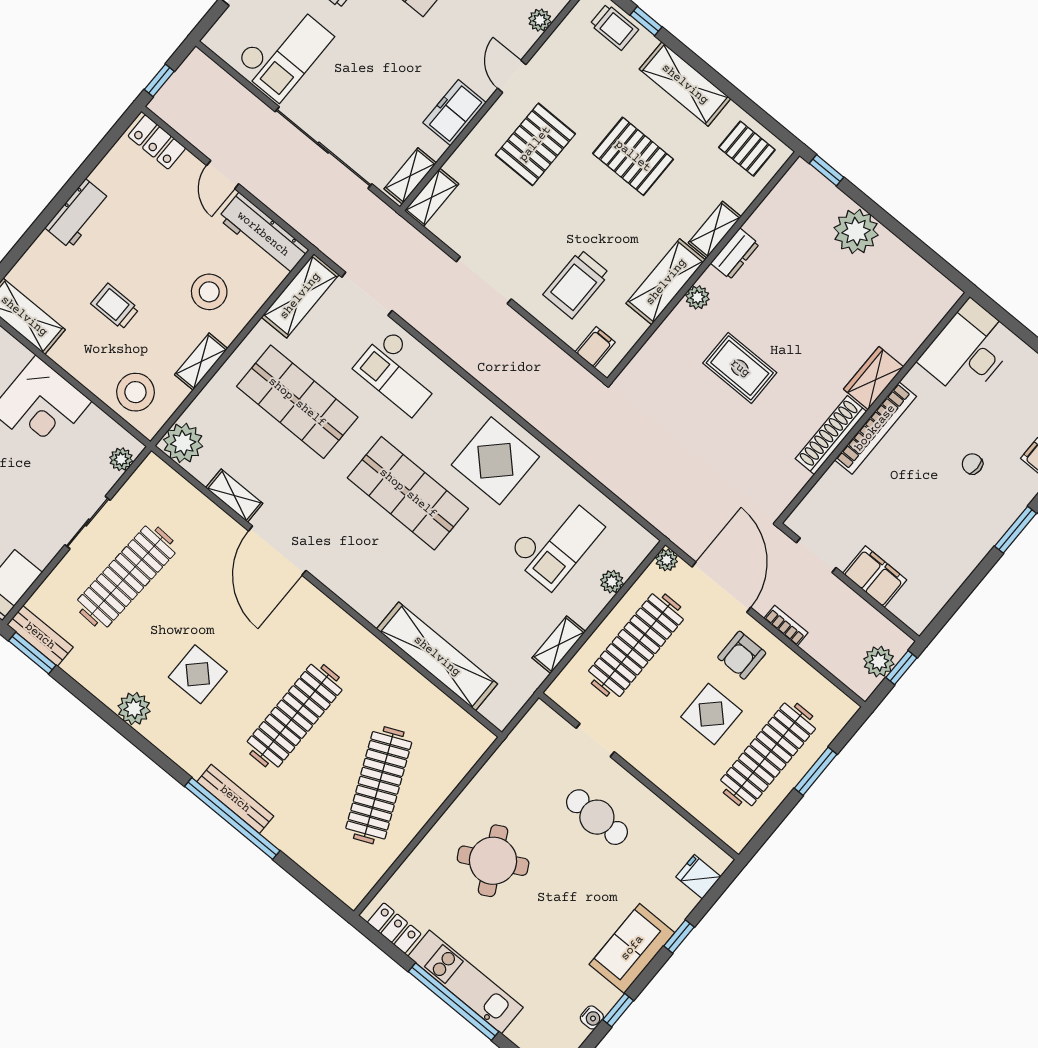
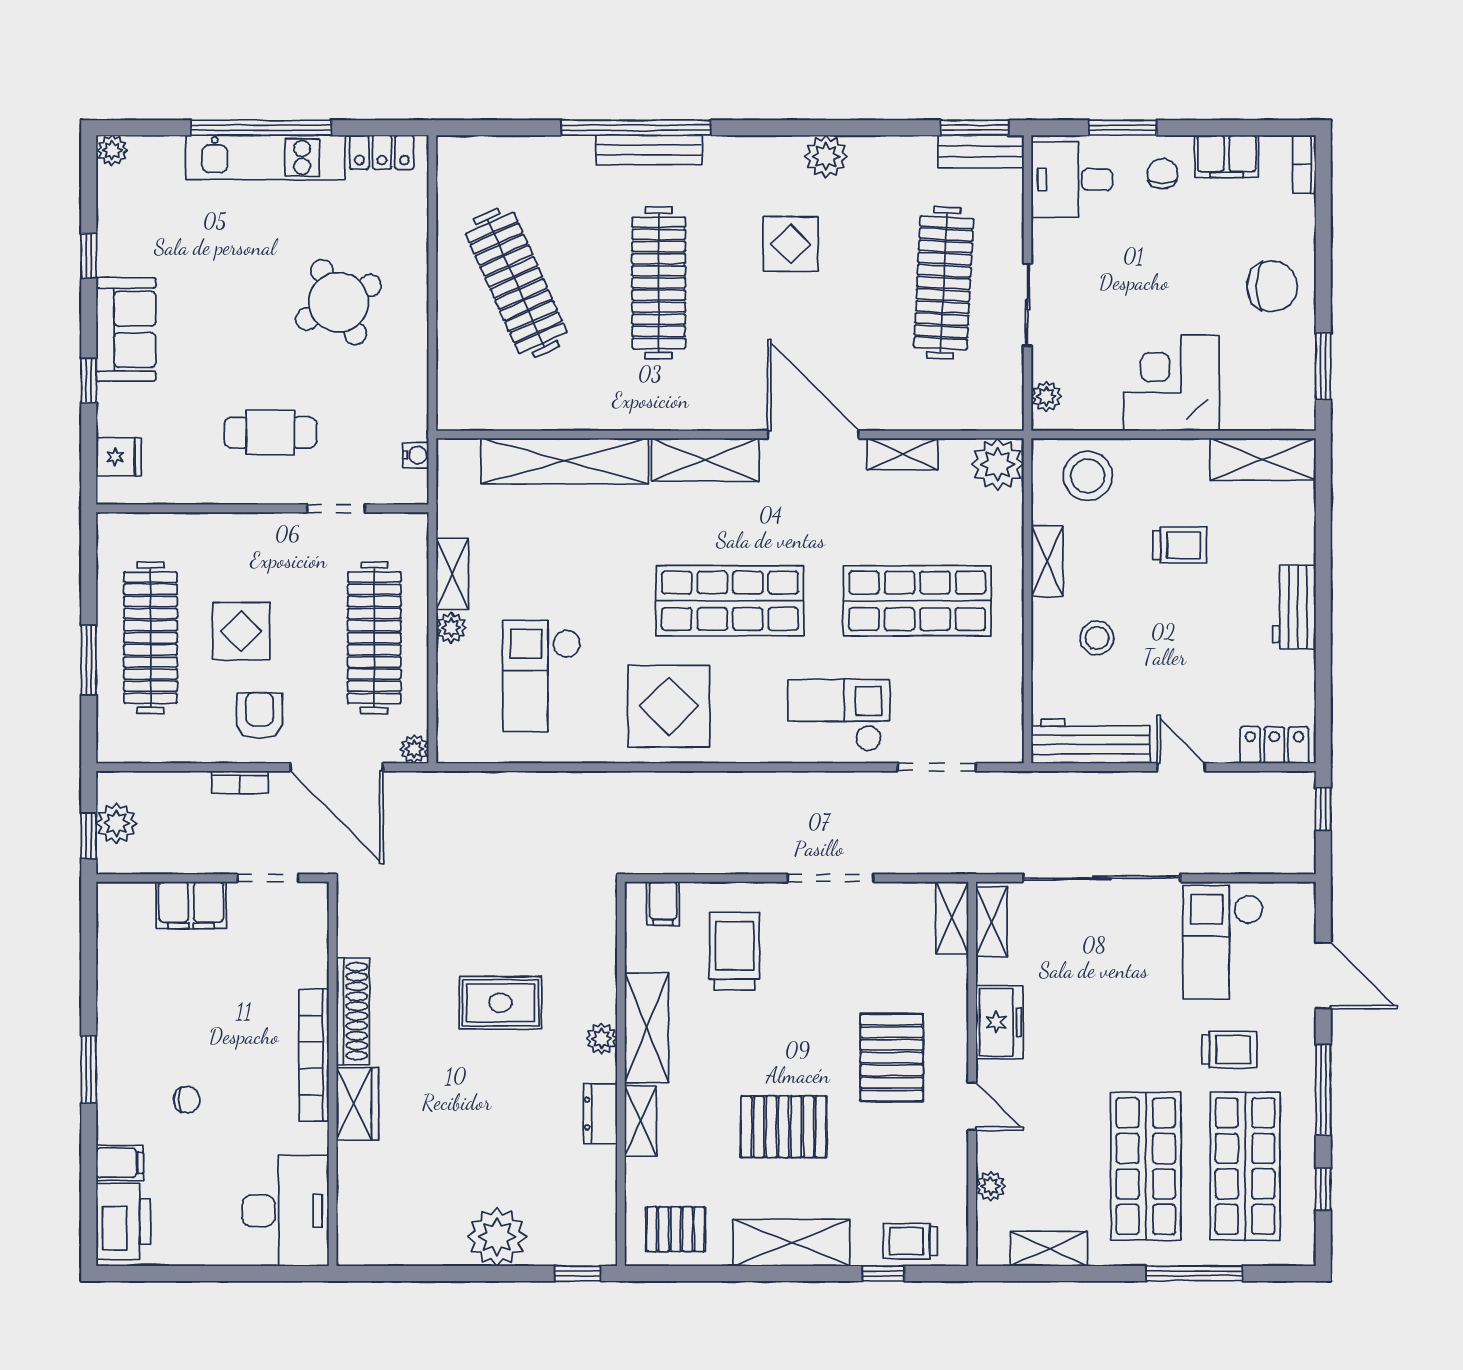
stool: (209, 292) -> (1097, 638), width x0.73, depth x0.73
shelving: (300, 296) -> (705, 460), moved, turned 90
plant: (612, 582) -> (451, 628), moved
water cooler: (592, 1017) -> (416, 455), moved, turned 180

